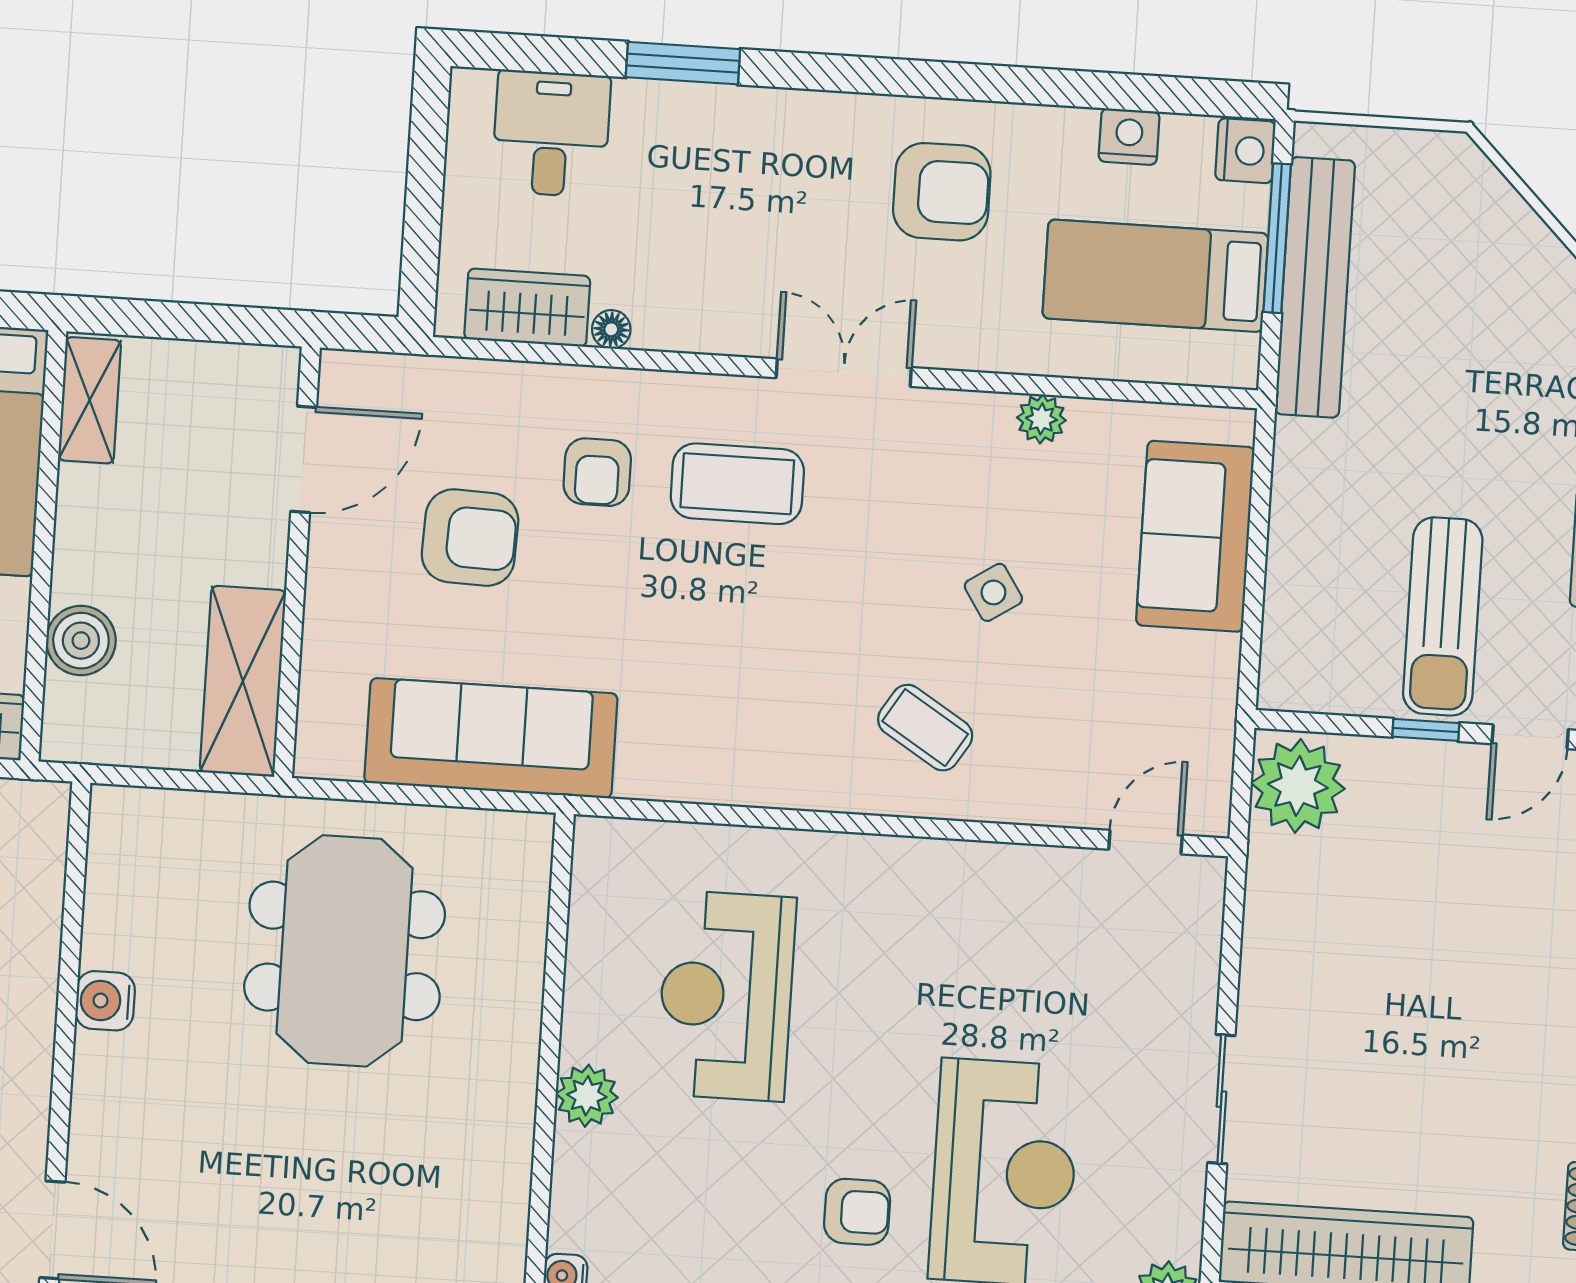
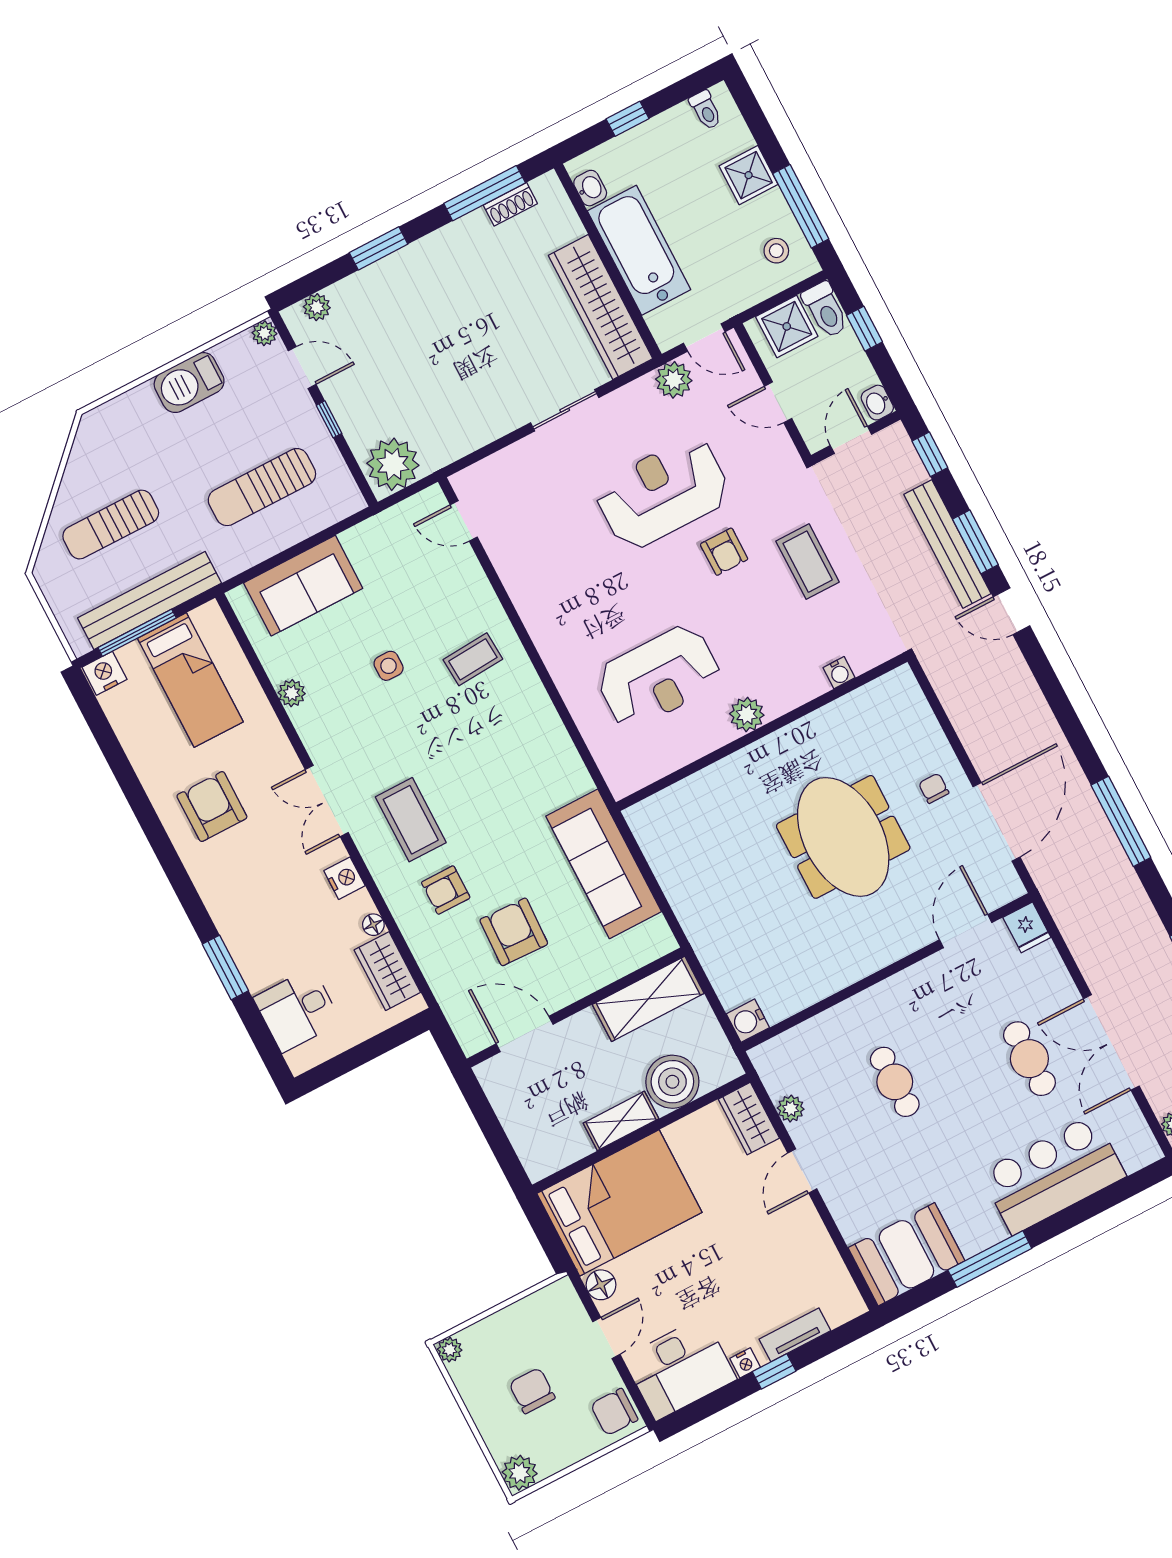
nightstand: (1129, 137) -> (344, 878), moved, turned 180
sun lounger: (1467, 298) -> (111, 525), added
shelving: (90, 400) -> (621, 1121), moved
armchair: (597, 472) -> (446, 890), turned 180
side table: (993, 592) -> (389, 666), turned 33
sun lounger: (1443, 616) -> (262, 487), moved, turned 180
boiler: (81, 641) -> (672, 1082), width x1.37, depth x1.37
coffee table: (925, 728) -> (473, 659), turned 54
meeting table: (345, 951) -> (843, 837), moved, turned 90
water cooler: (105, 1001) -> (748, 1021), moved, turned 90
armchair: (857, 1212) -> (724, 552), turned 180

